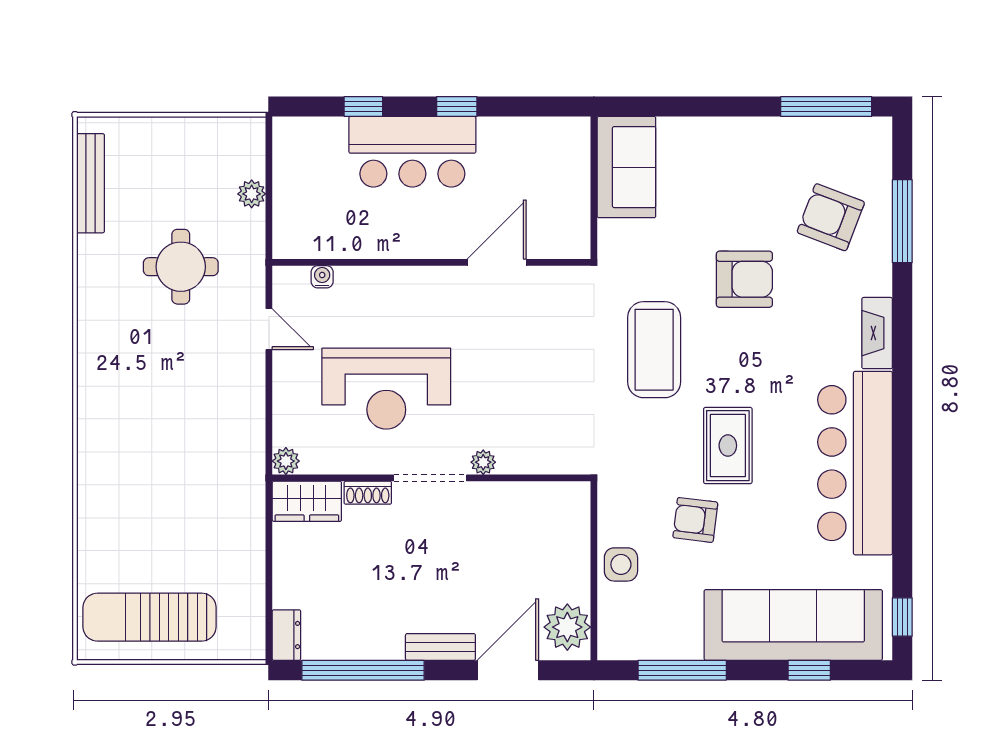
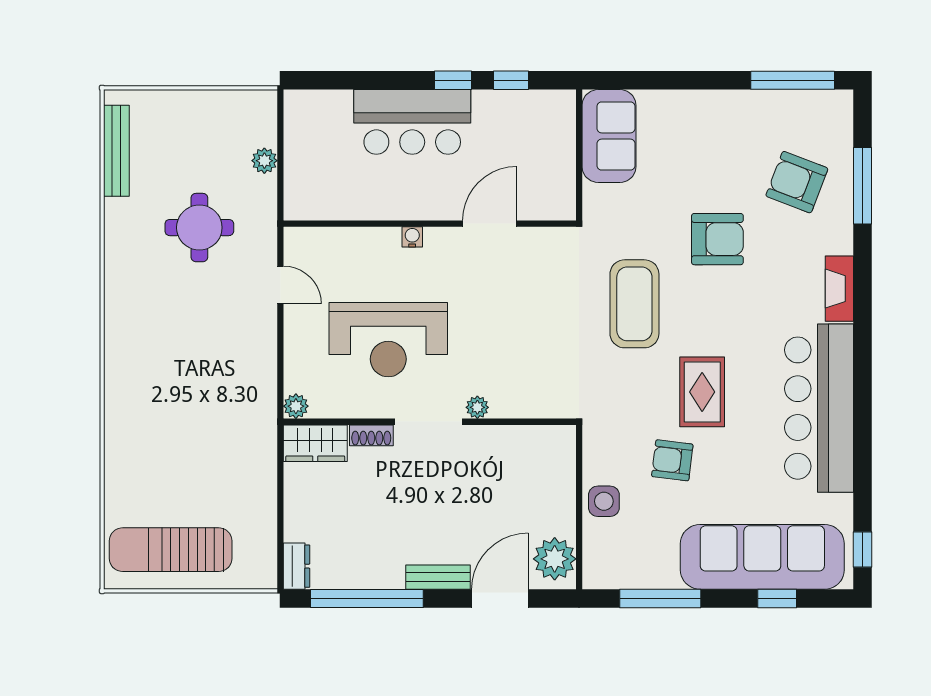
window: (363, 107) -> (511, 80), moved
water cooler: (322, 277) -> (412, 237), moved

